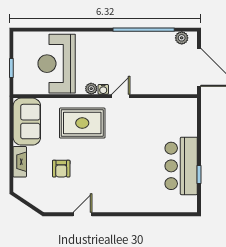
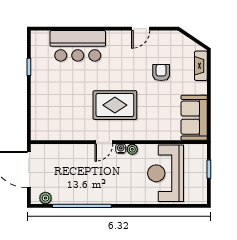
reception desk: (57, 64) -> (165, 173), turned 180
rug: (82, 123) -> (115, 105), moved
fireplace: (20, 162) -> (201, 66), moved
bar counter: (181, 166) -> (78, 46), moved, turned 90

